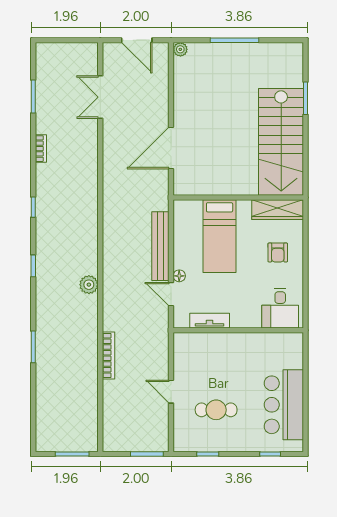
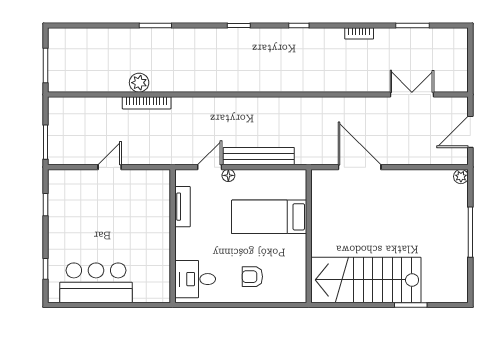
wardrobe: (278, 210) -> (296, 276), removed
plant: (89, 285) -> (139, 83), moved
cafe table: (216, 410) -> (91, 213), removed

